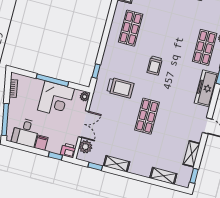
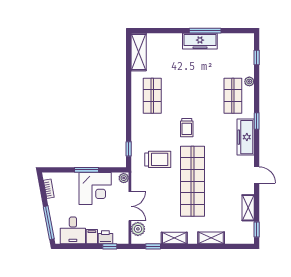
window: (52, 80) -> (86, 170), width x0.69
shop shelf: (147, 116) -> (193, 181), width x2.00, depth x1.36
printer: (68, 150) -> (105, 237), moved
shelving: (163, 176) -> (211, 238), moved

